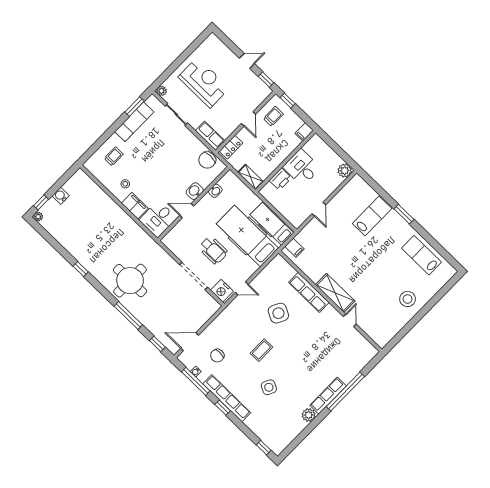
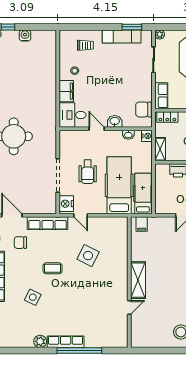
nightstand: (230, 177) -> (147, 136), added
row of seats: (309, 292) -> (48, 223), moved, turned -90

